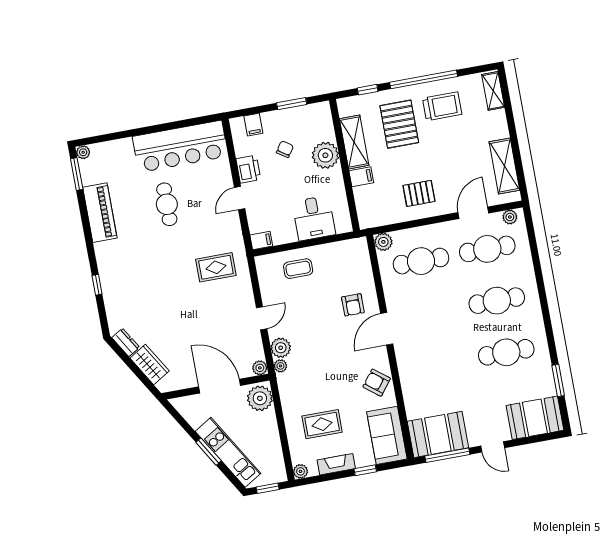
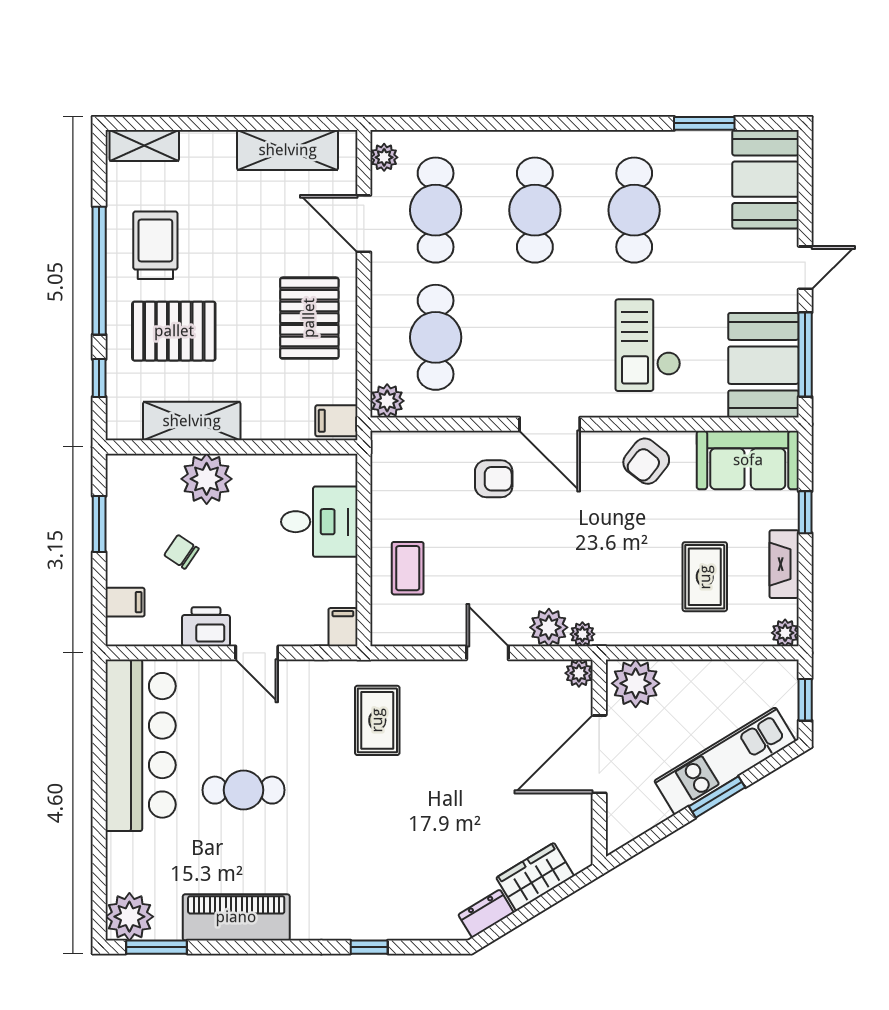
plant: (83, 152) -> (129, 917), width x1.88, depth x1.88
filing cabinet: (361, 177) -> (336, 421), moved, turned -90
pallet: (419, 193) -> (309, 318), width x1.50, depth x1.42
checkout: (437, 372) -> (648, 345), added

